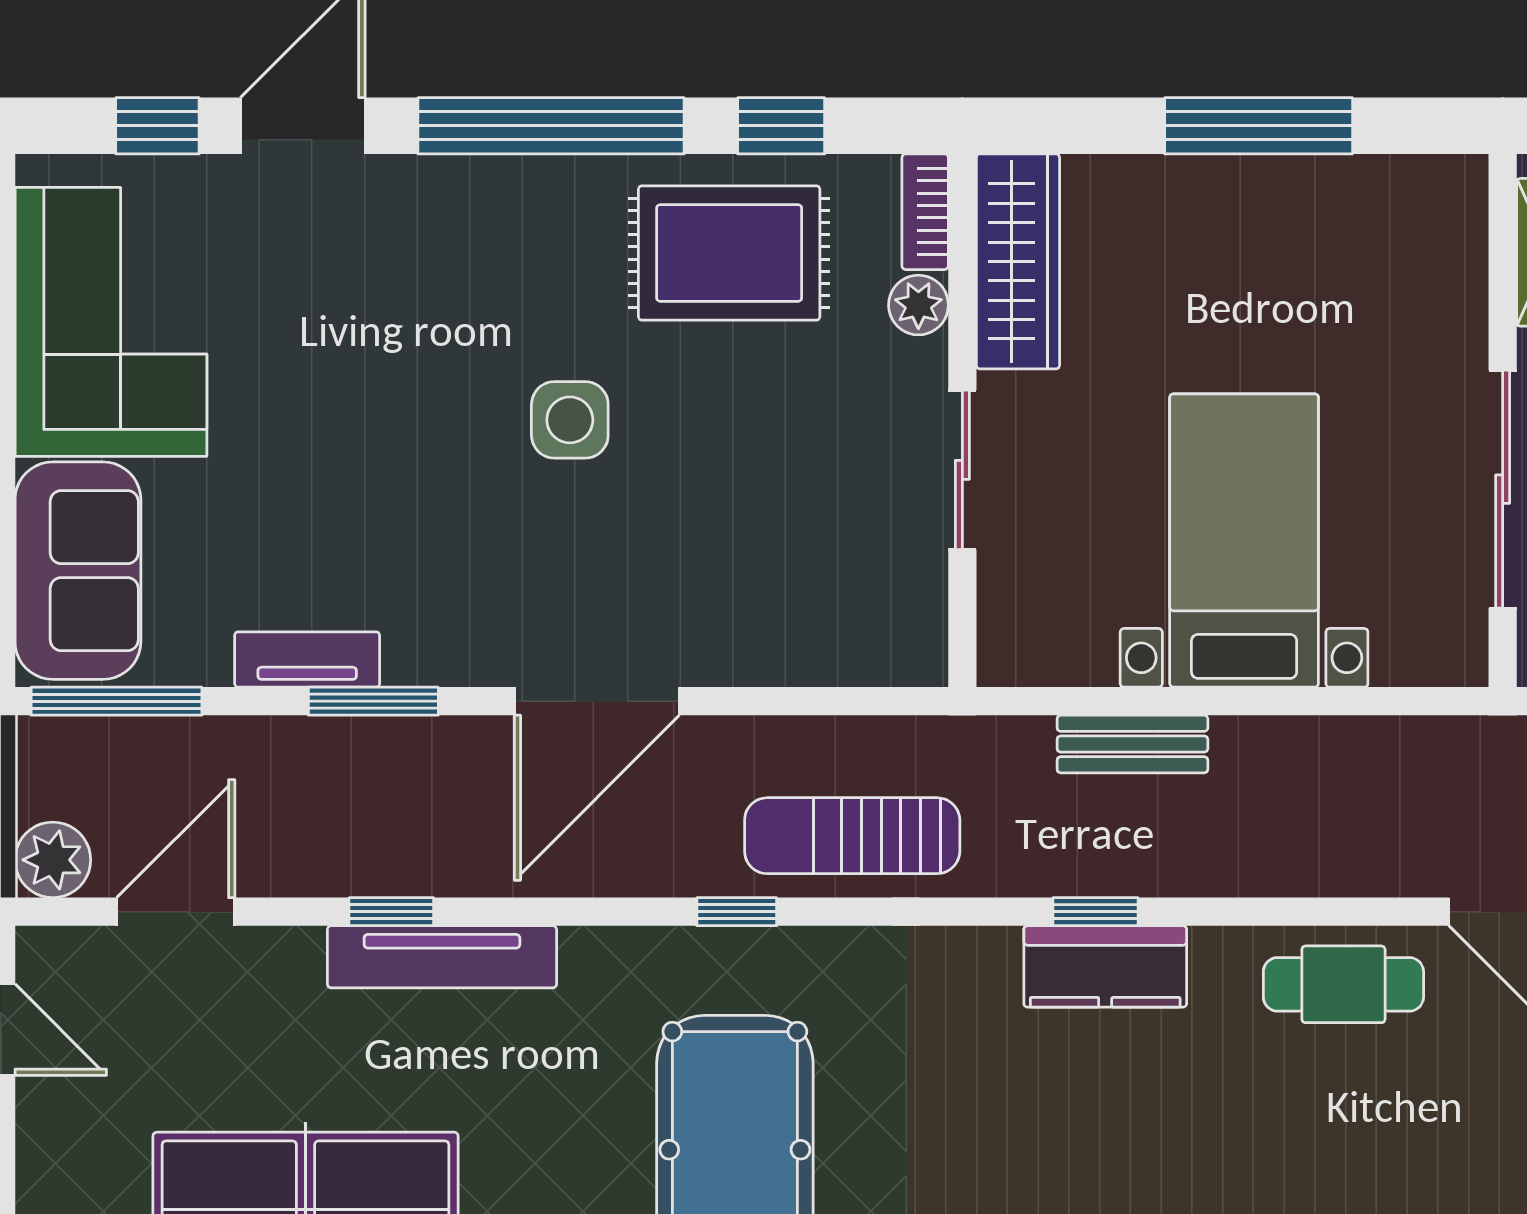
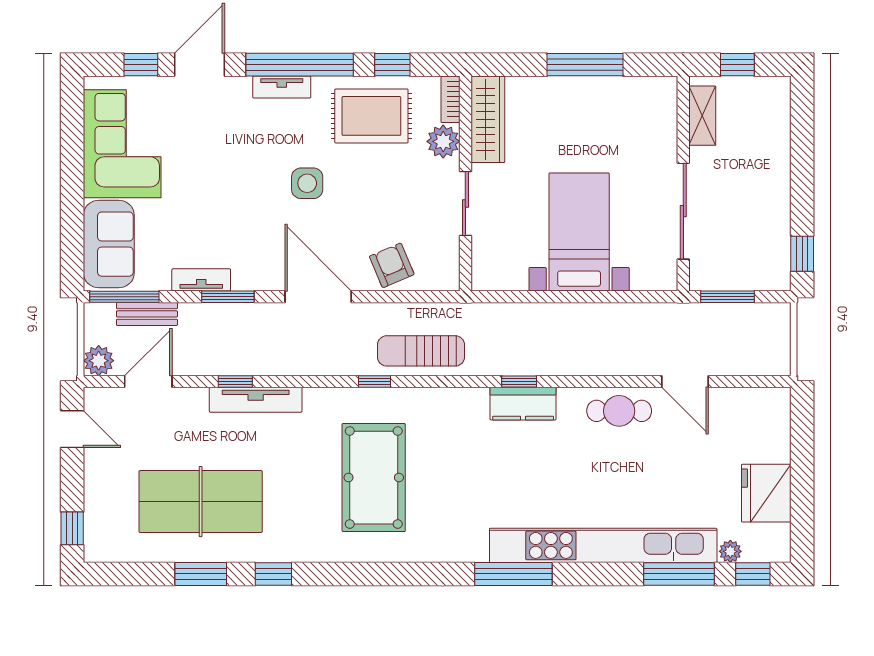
tv unit: (507, 181) -> (282, 87), added
plant: (918, 305) -> (443, 141), width x1.38, depth x1.38
armchair: (780, 623) -> (392, 265), added
door: (597, 701) -> (318, 297), swing flipped
bench: (1132, 744) -> (147, 314), moved

